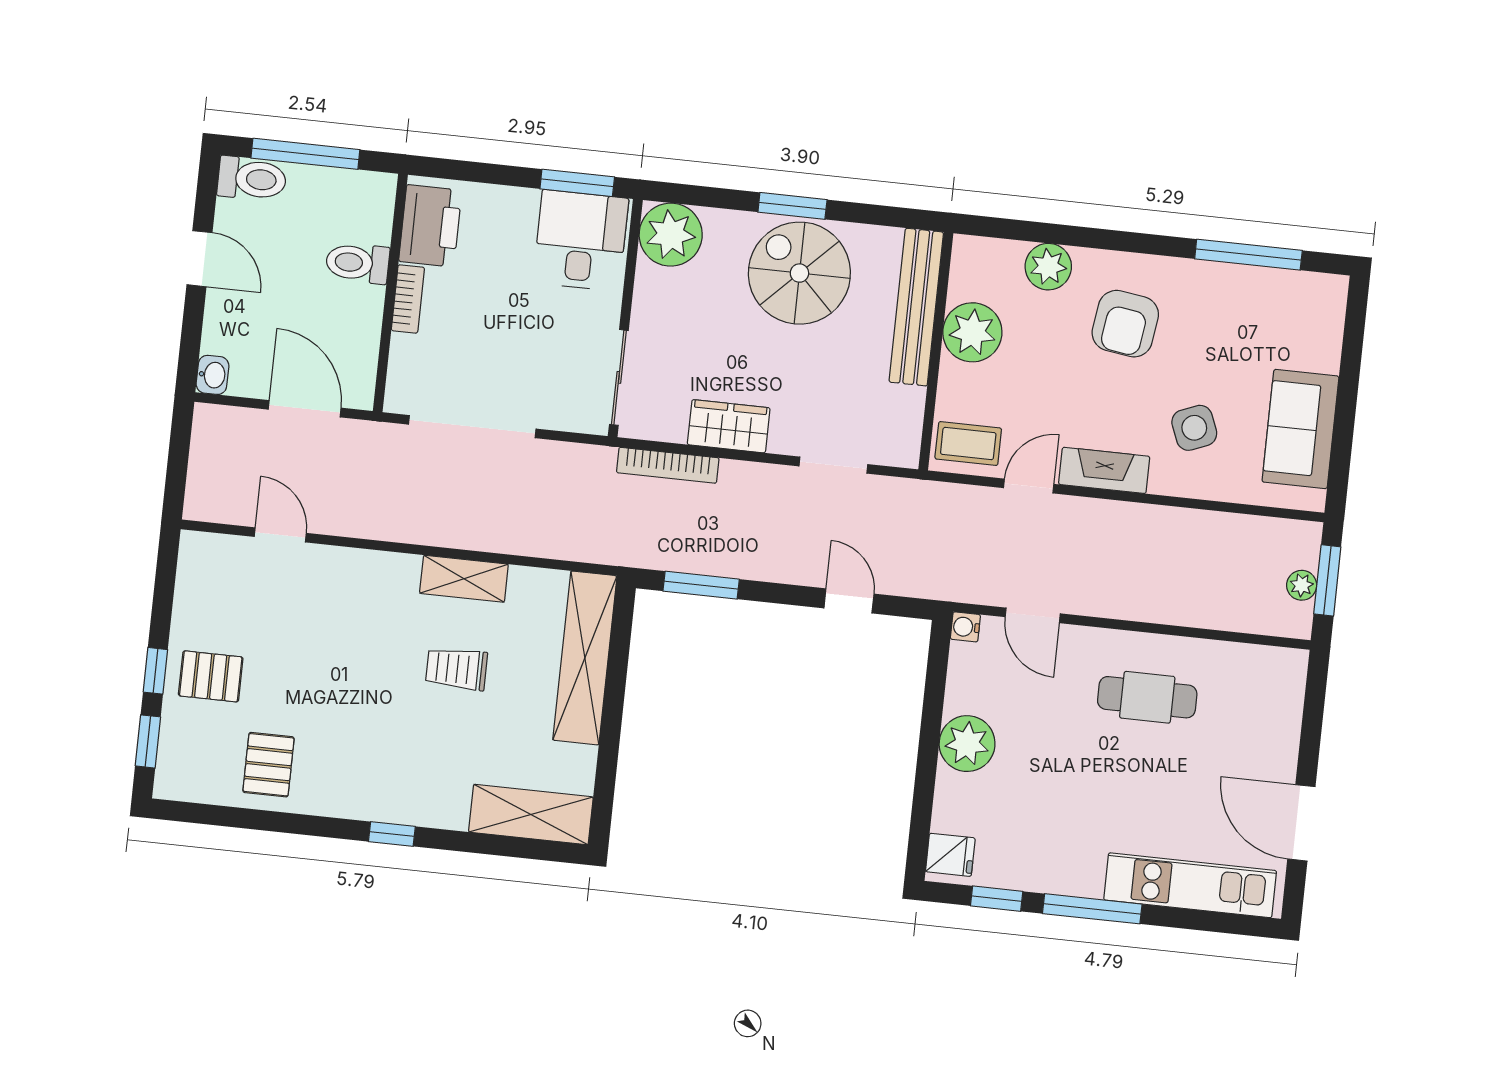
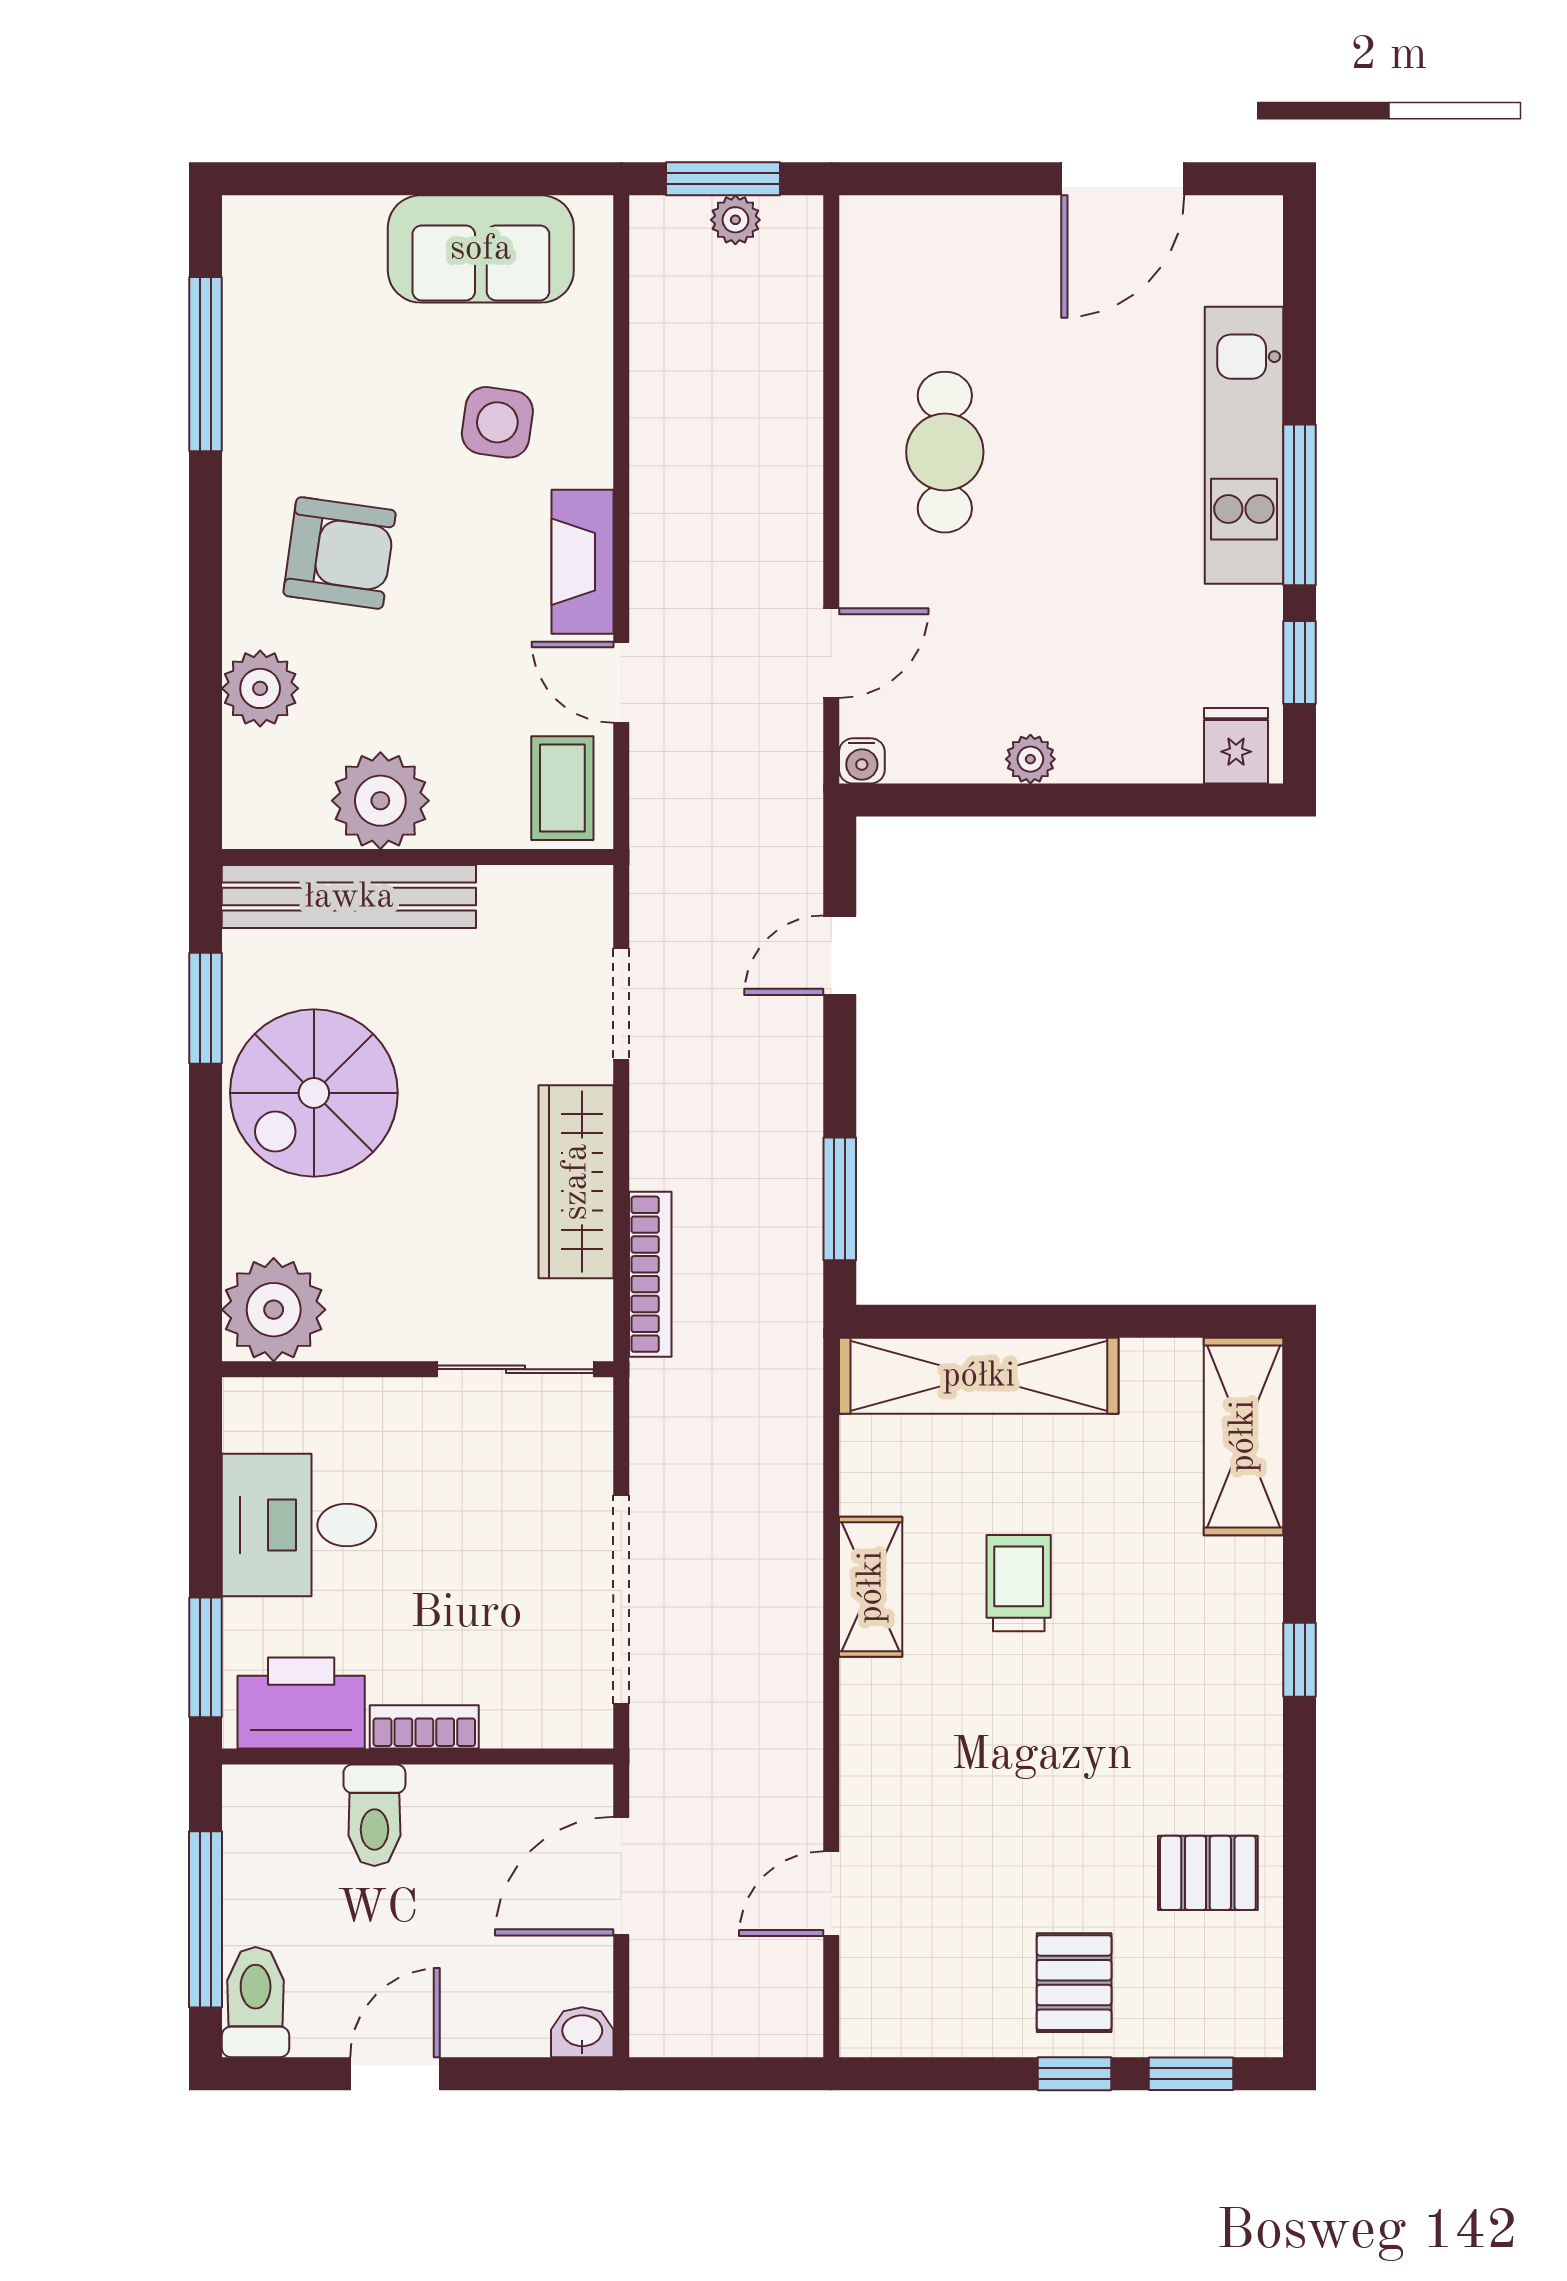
window: (577, 183) -> (206, 1657), moved
window: (792, 206) -> (206, 1008), moved
desk: (581, 241) -> (299, 1525), moved
wardrobe: (729, 426) -> (576, 1182), width x1.50
side table: (1194, 428) -> (497, 422), turned 30
trolley: (457, 669) -> (1019, 1583), turned 180
plant: (967, 744) -> (1030, 759), width x0.53, depth x0.53
kitchen unit: (1190, 885) -> (1244, 445), moved

